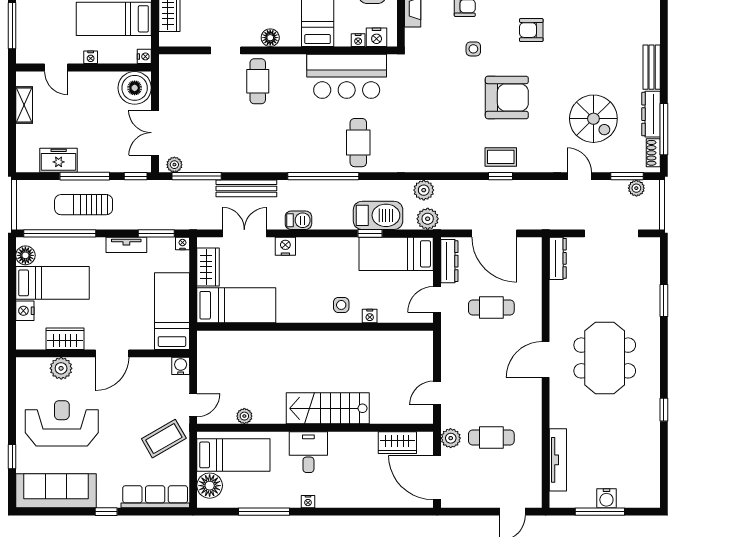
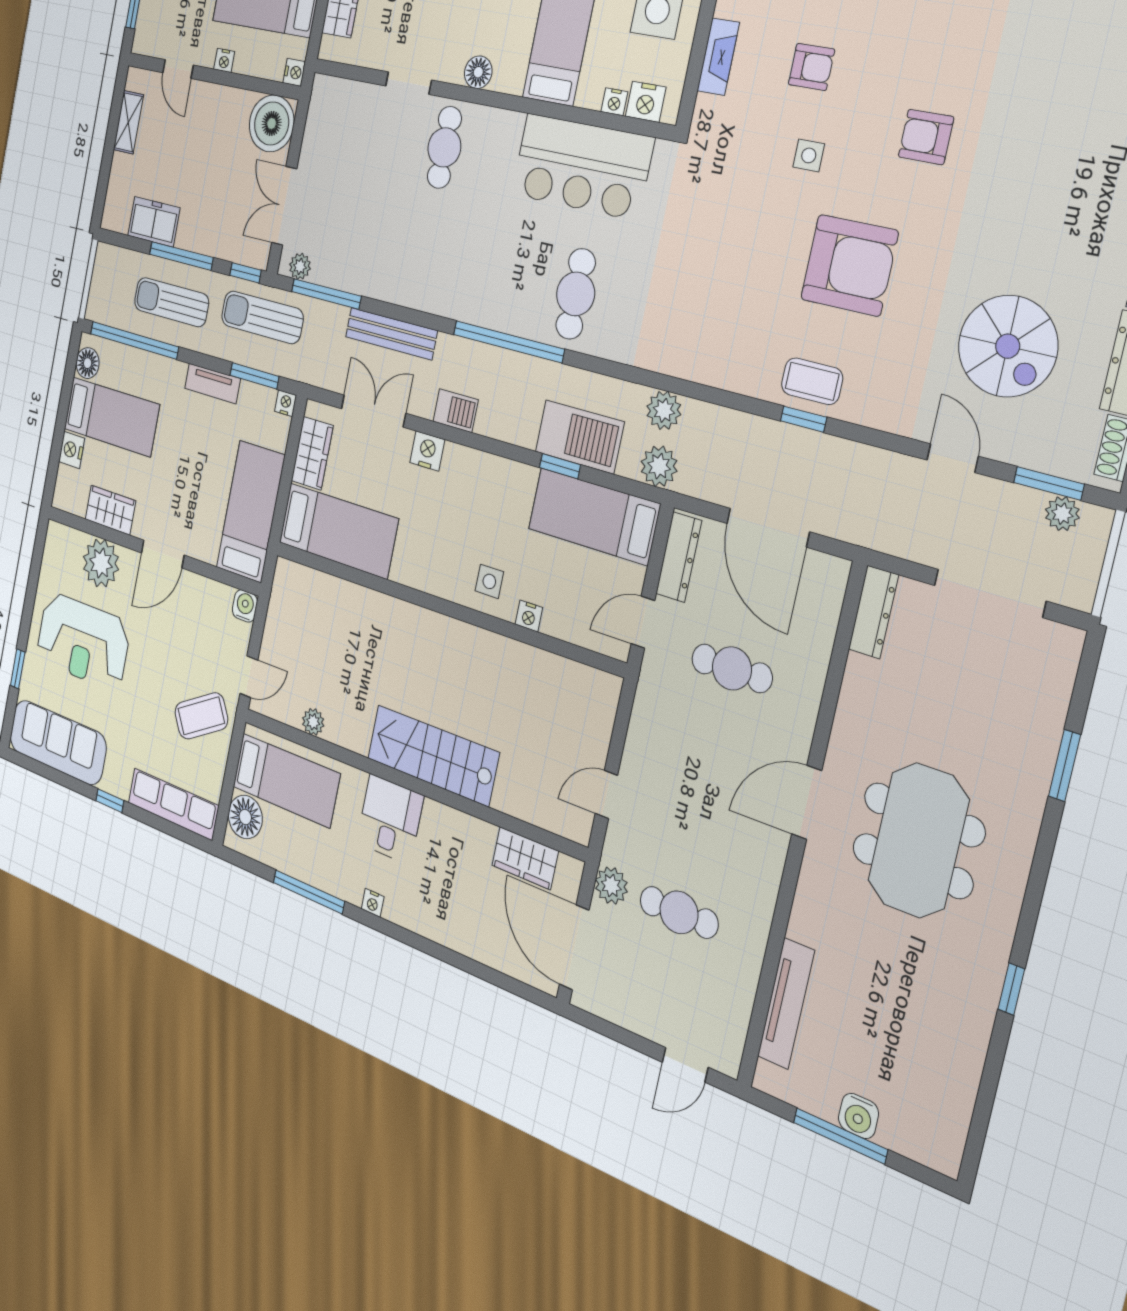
sun lounger: (154, 199) -> (262, 317), added
plant: (61, 368) -> (101, 563), width x1.36, depth x1.36
reception desk: (62, 423) -> (83, 641), turned 180

